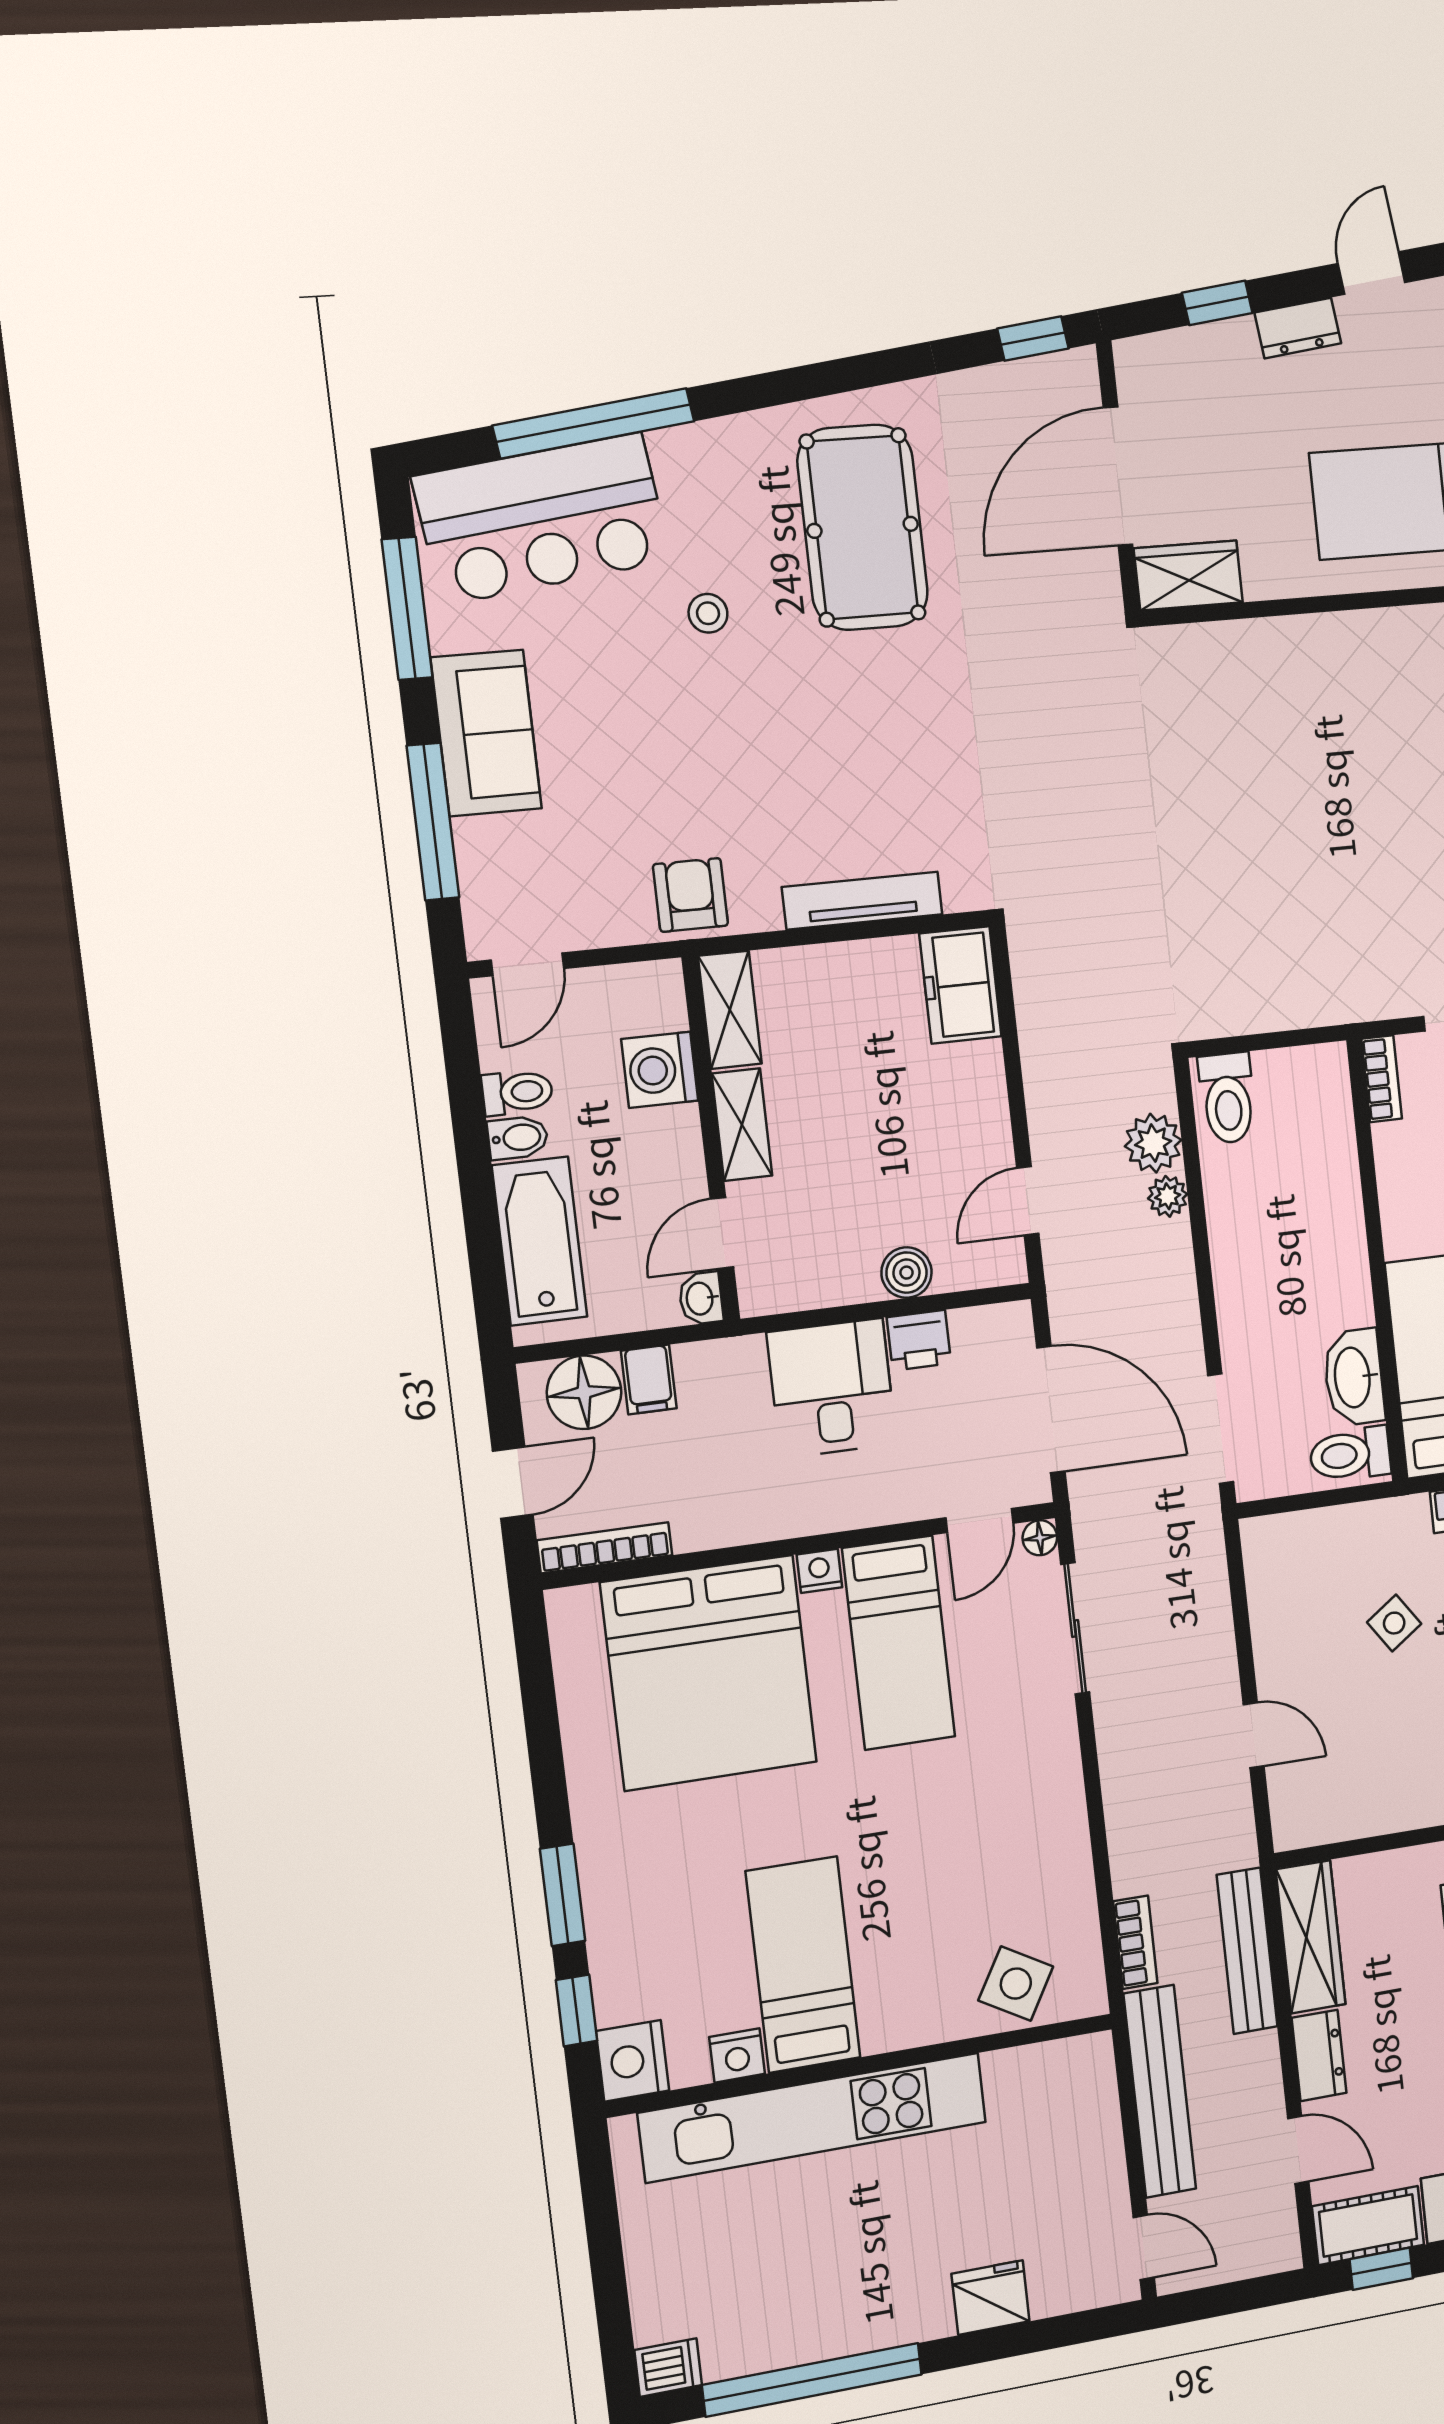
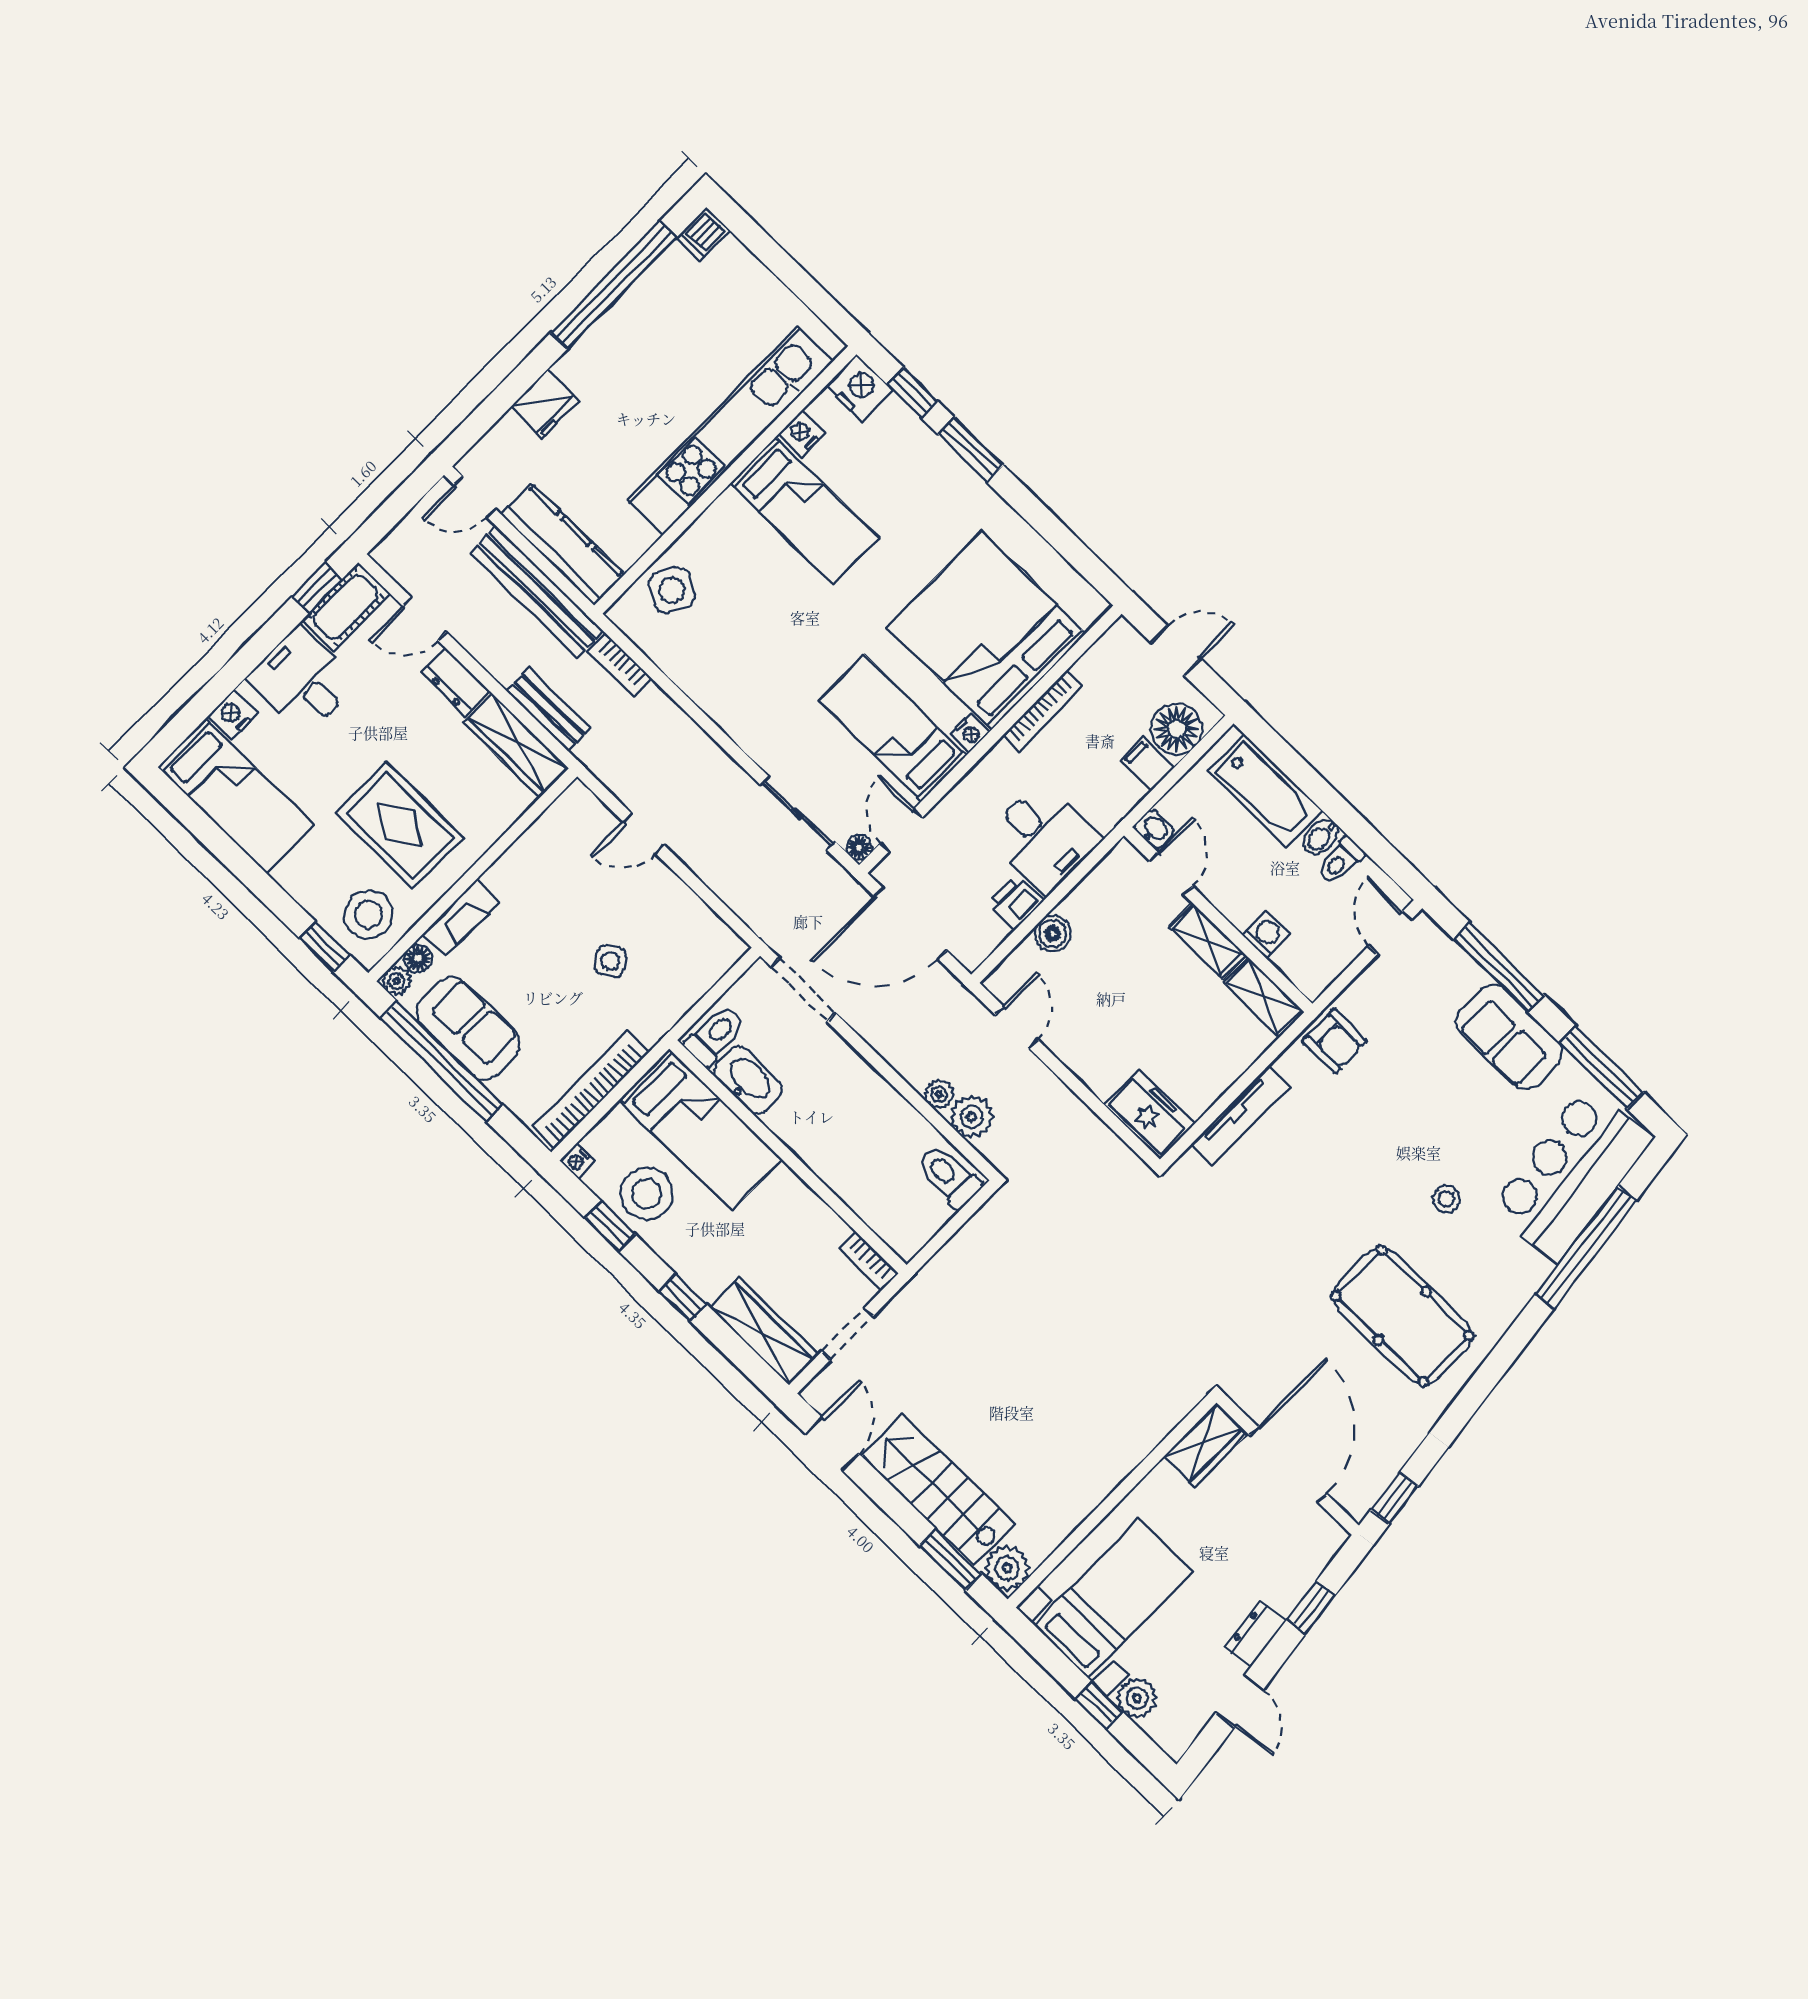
washing machine: (660, 1070) -> (1266, 934), width x0.73, depth x0.73
door: (513, 1483) -> (1176, 651), swing flipped
bookcase: (605, 1548) -> (1043, 711), moved
bench: (1247, 1951) -> (548, 709), width x0.73
kitchen counter: (1092, 2124) -> (563, 544), added

